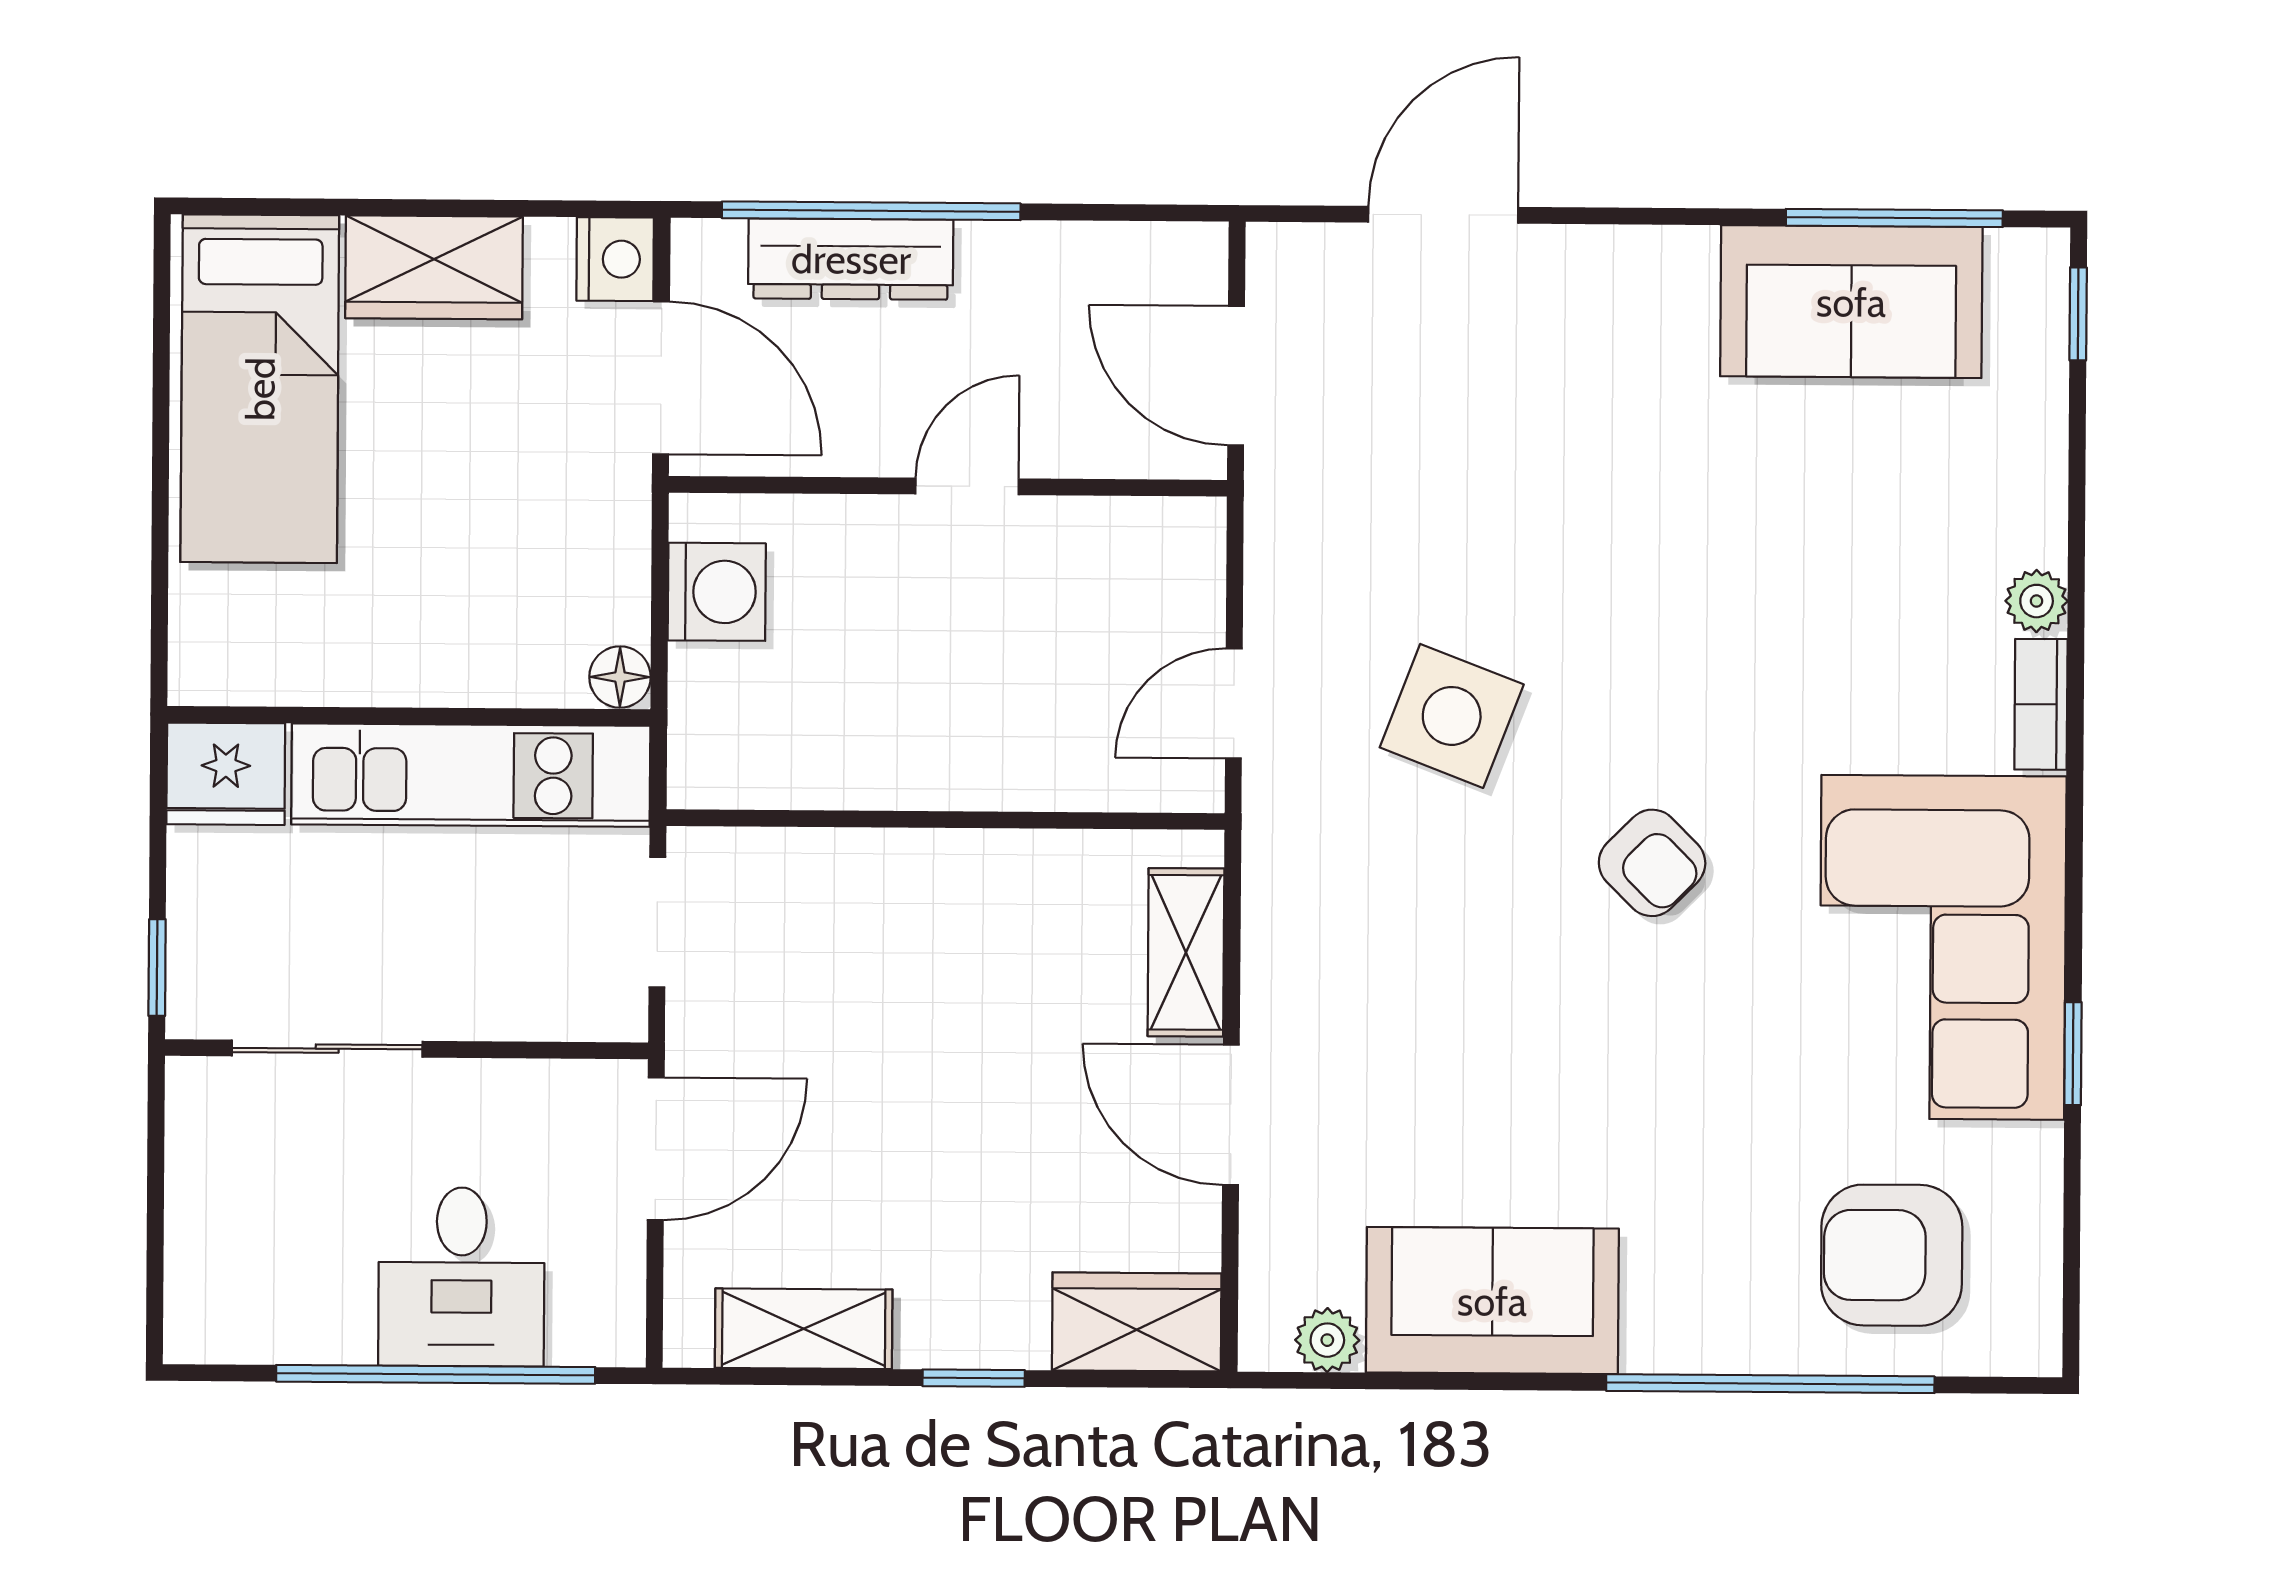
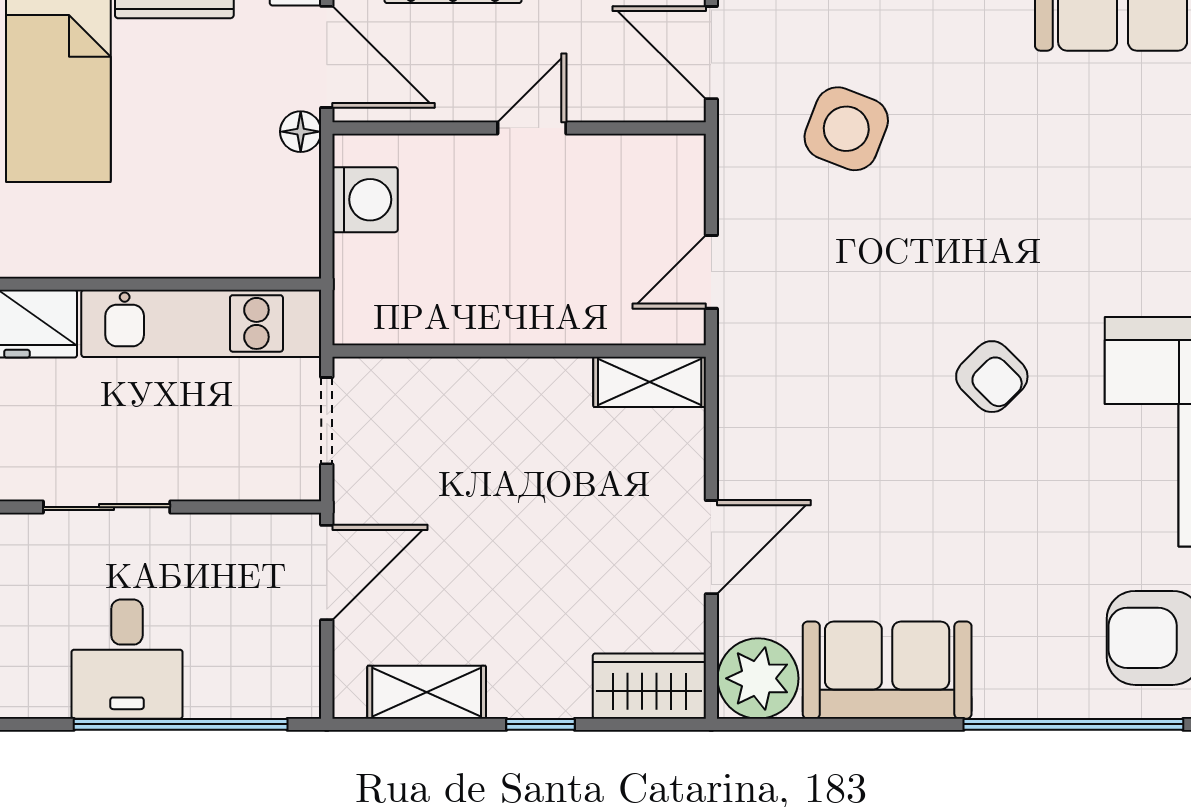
floor lamp: (620, 677) -> (301, 132), moved
side table: (1452, 716) -> (846, 129), moved
shelving: (1186, 952) -> (650, 382), moved, turned 90
door: (1231, 1115) -> (711, 547), swing flipped
desk: (461, 1277) -> (127, 659), moved
plant: (1327, 1340) -> (758, 678), width x1.88, depth x1.88

